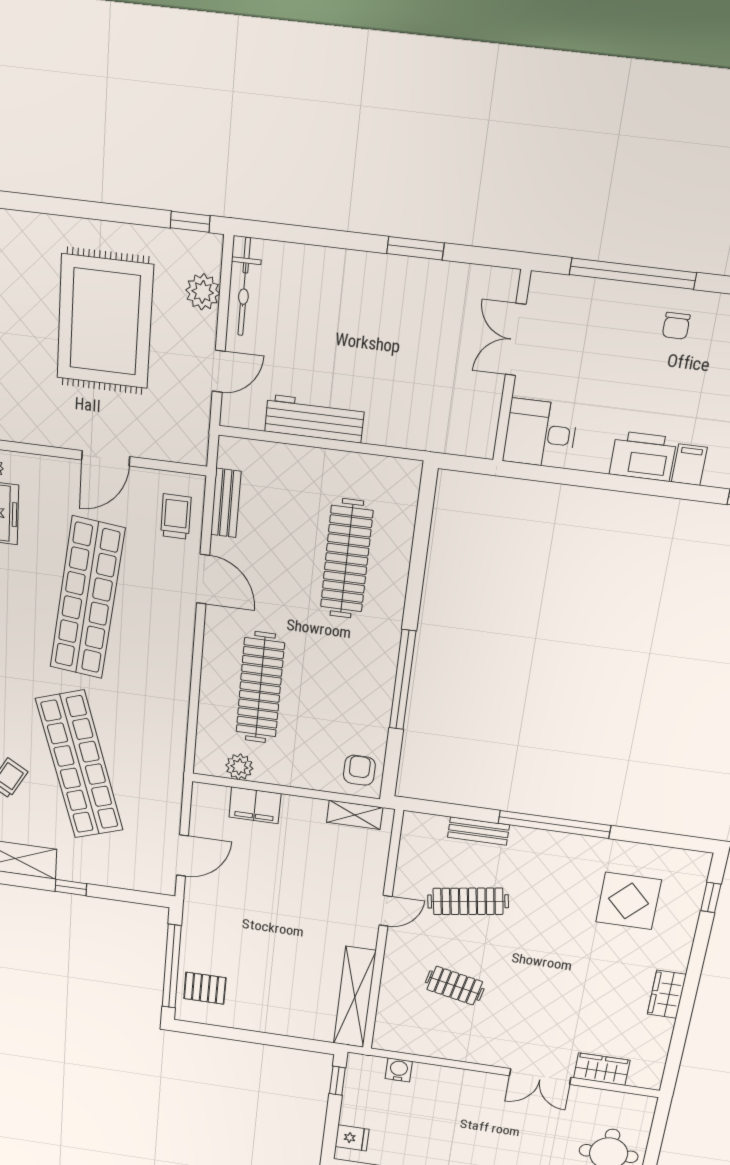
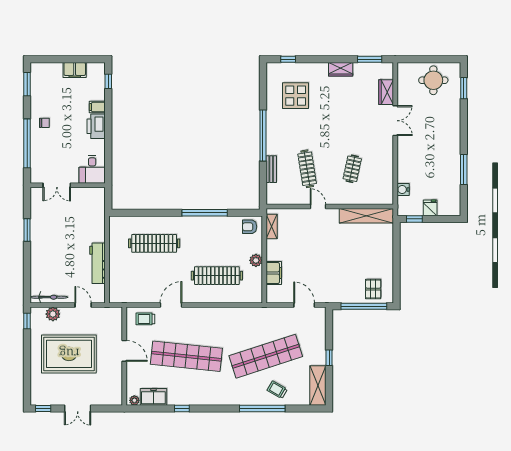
bench: (226, 503) -> (137, 298), removed
plant: (239, 767) -> (256, 260), moved
window: (676, 1050) -> (370, 59), added
fridge: (352, 1138) -> (430, 208), moved

